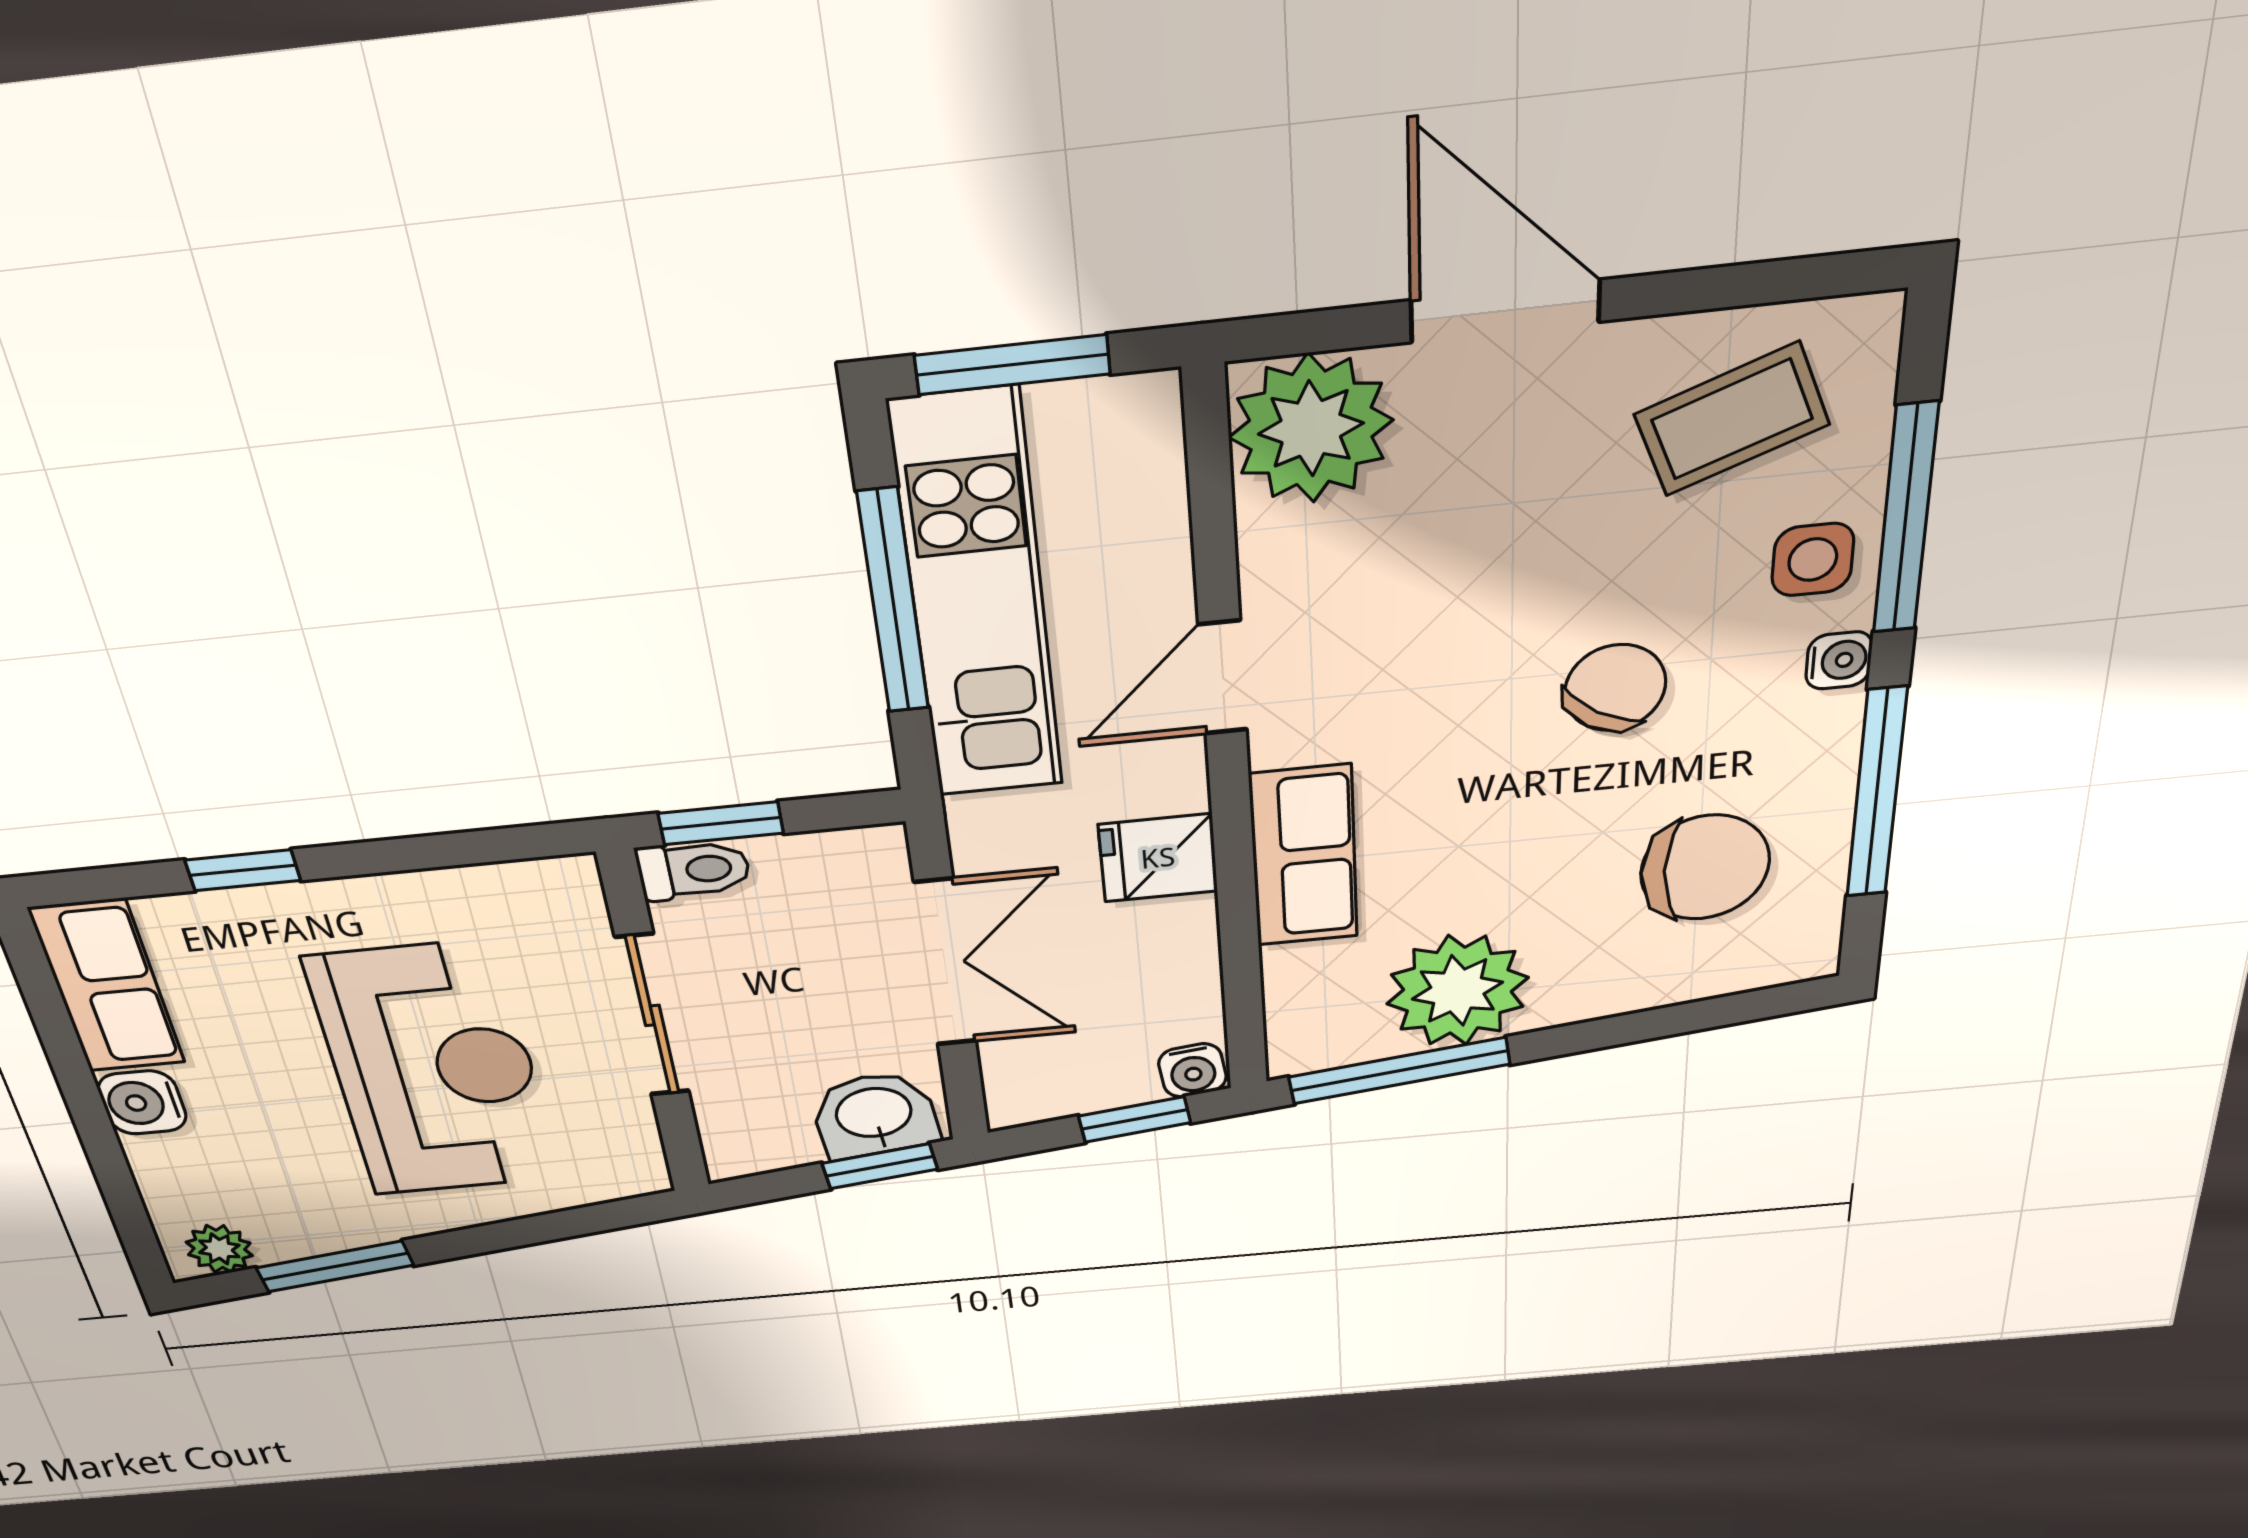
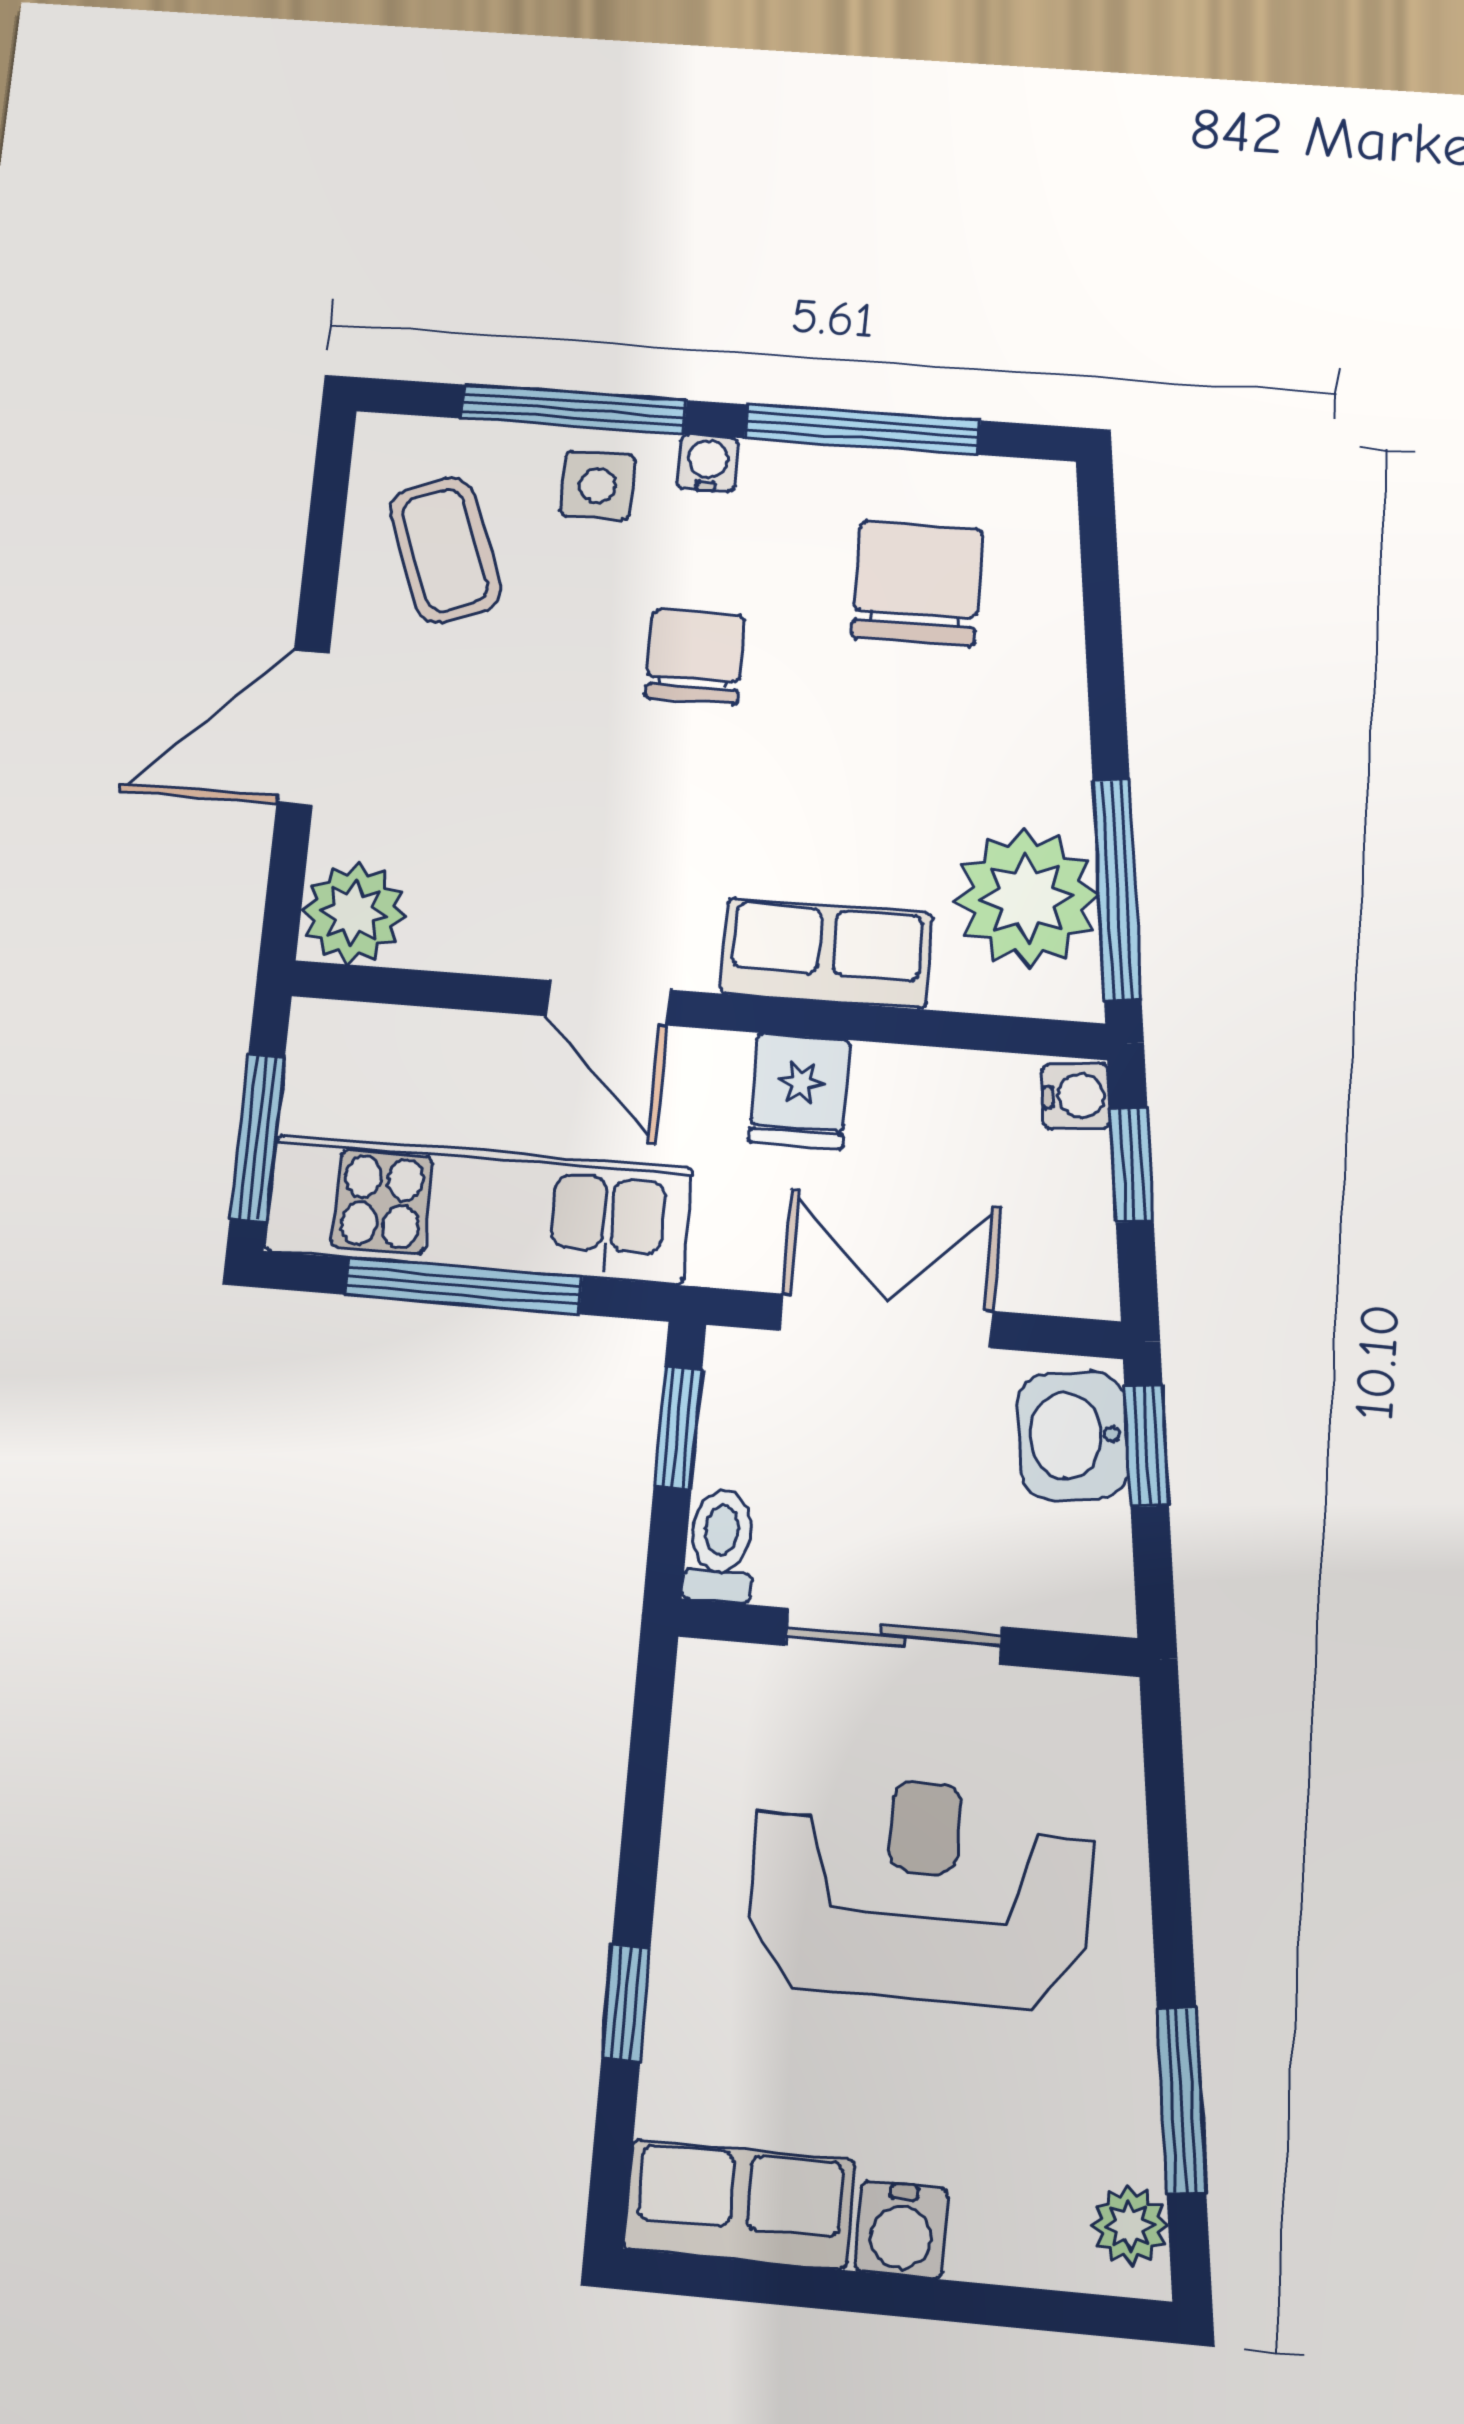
plant: (1311, 429) -> (353, 913), width x0.73, depth x0.73
chair: (1615, 688) -> (695, 657), turned 58
window: (721, 823) -> (678, 1428), moved
plant: (1457, 991) -> (1026, 898), moved

